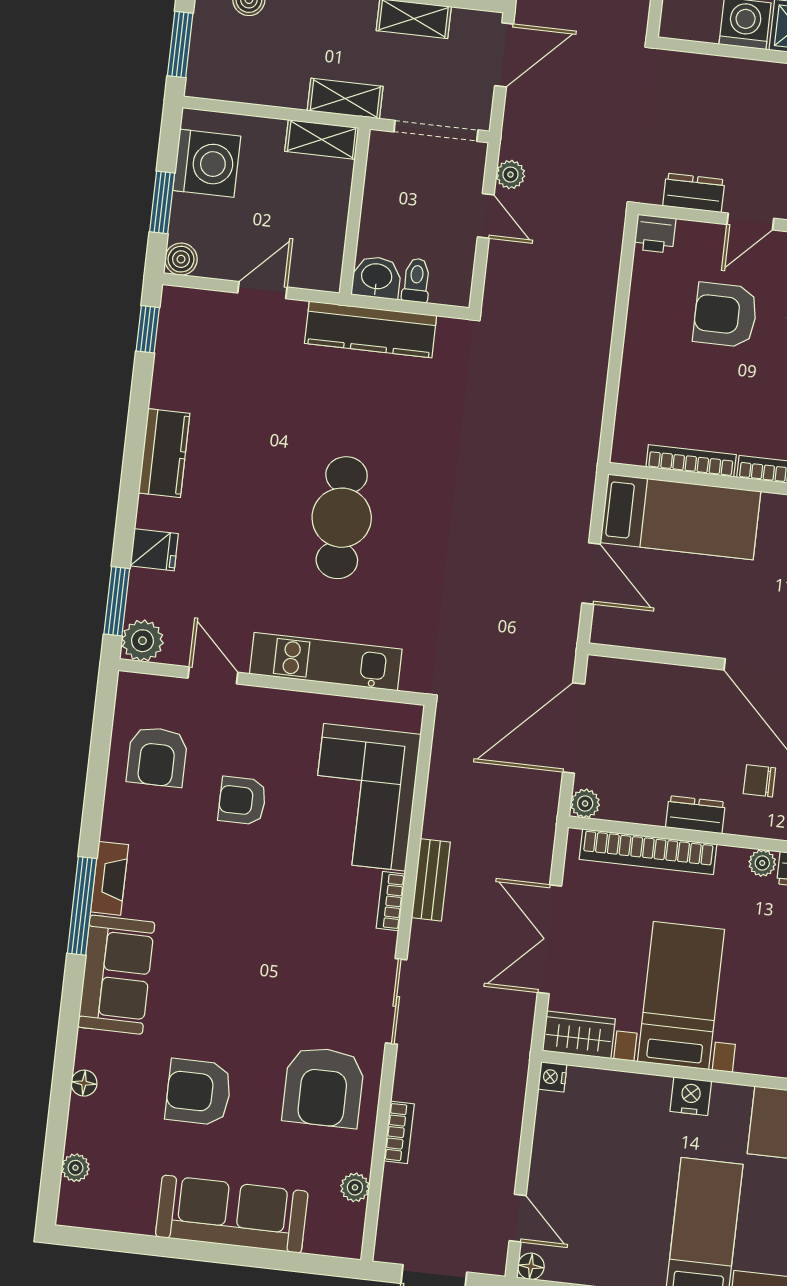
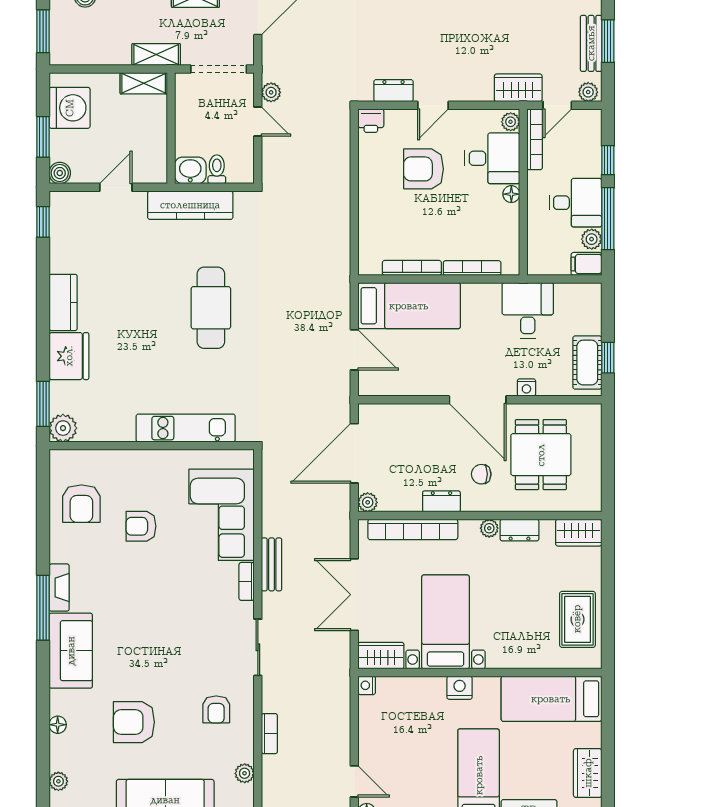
cafe table: (342, 518) -> (211, 308), moved
fridge: (154, 550) -> (69, 356), width x1.88, depth x1.34
door: (213, 675) -> (112, 446), removed
armchair: (323, 1087) -> (216, 709), width x0.53, depth x0.53

